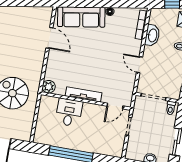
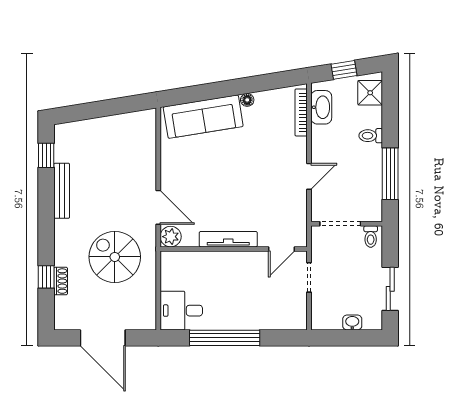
washbasin: (152, 35) -> (321, 107), moved
door: (49, 38) -> (158, 207), moved
door: (139, 65) -> (309, 176), swing flipped
desk: (69, 112) -> (181, 311), moved, turned -90

